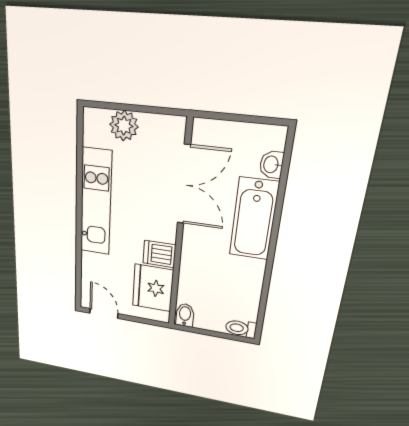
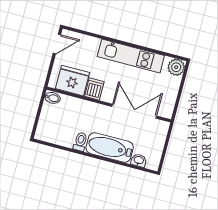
plant: (124, 126) -> (176, 67), moved
double door: (184, 185) -> (134, 111), swing flipped
toilet: (241, 328) -> (80, 142), moved

